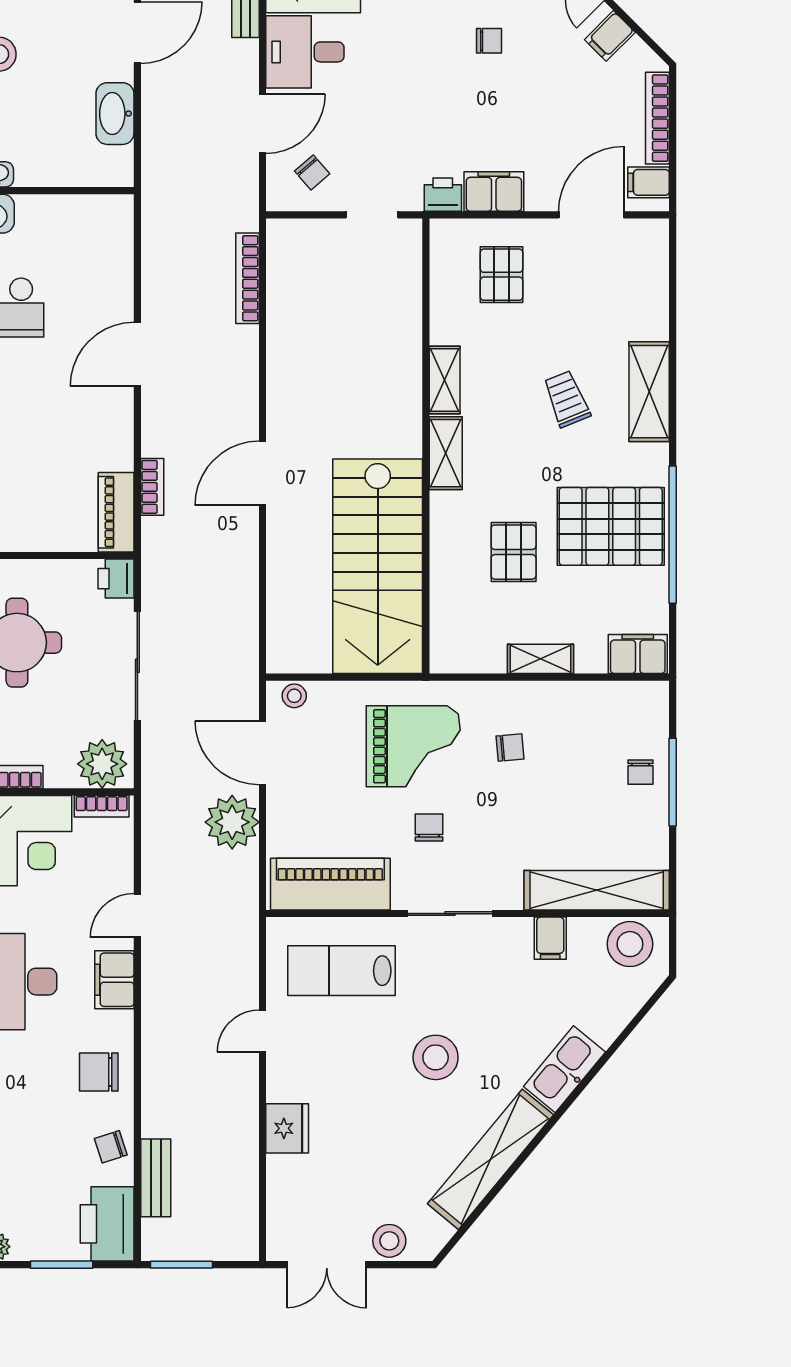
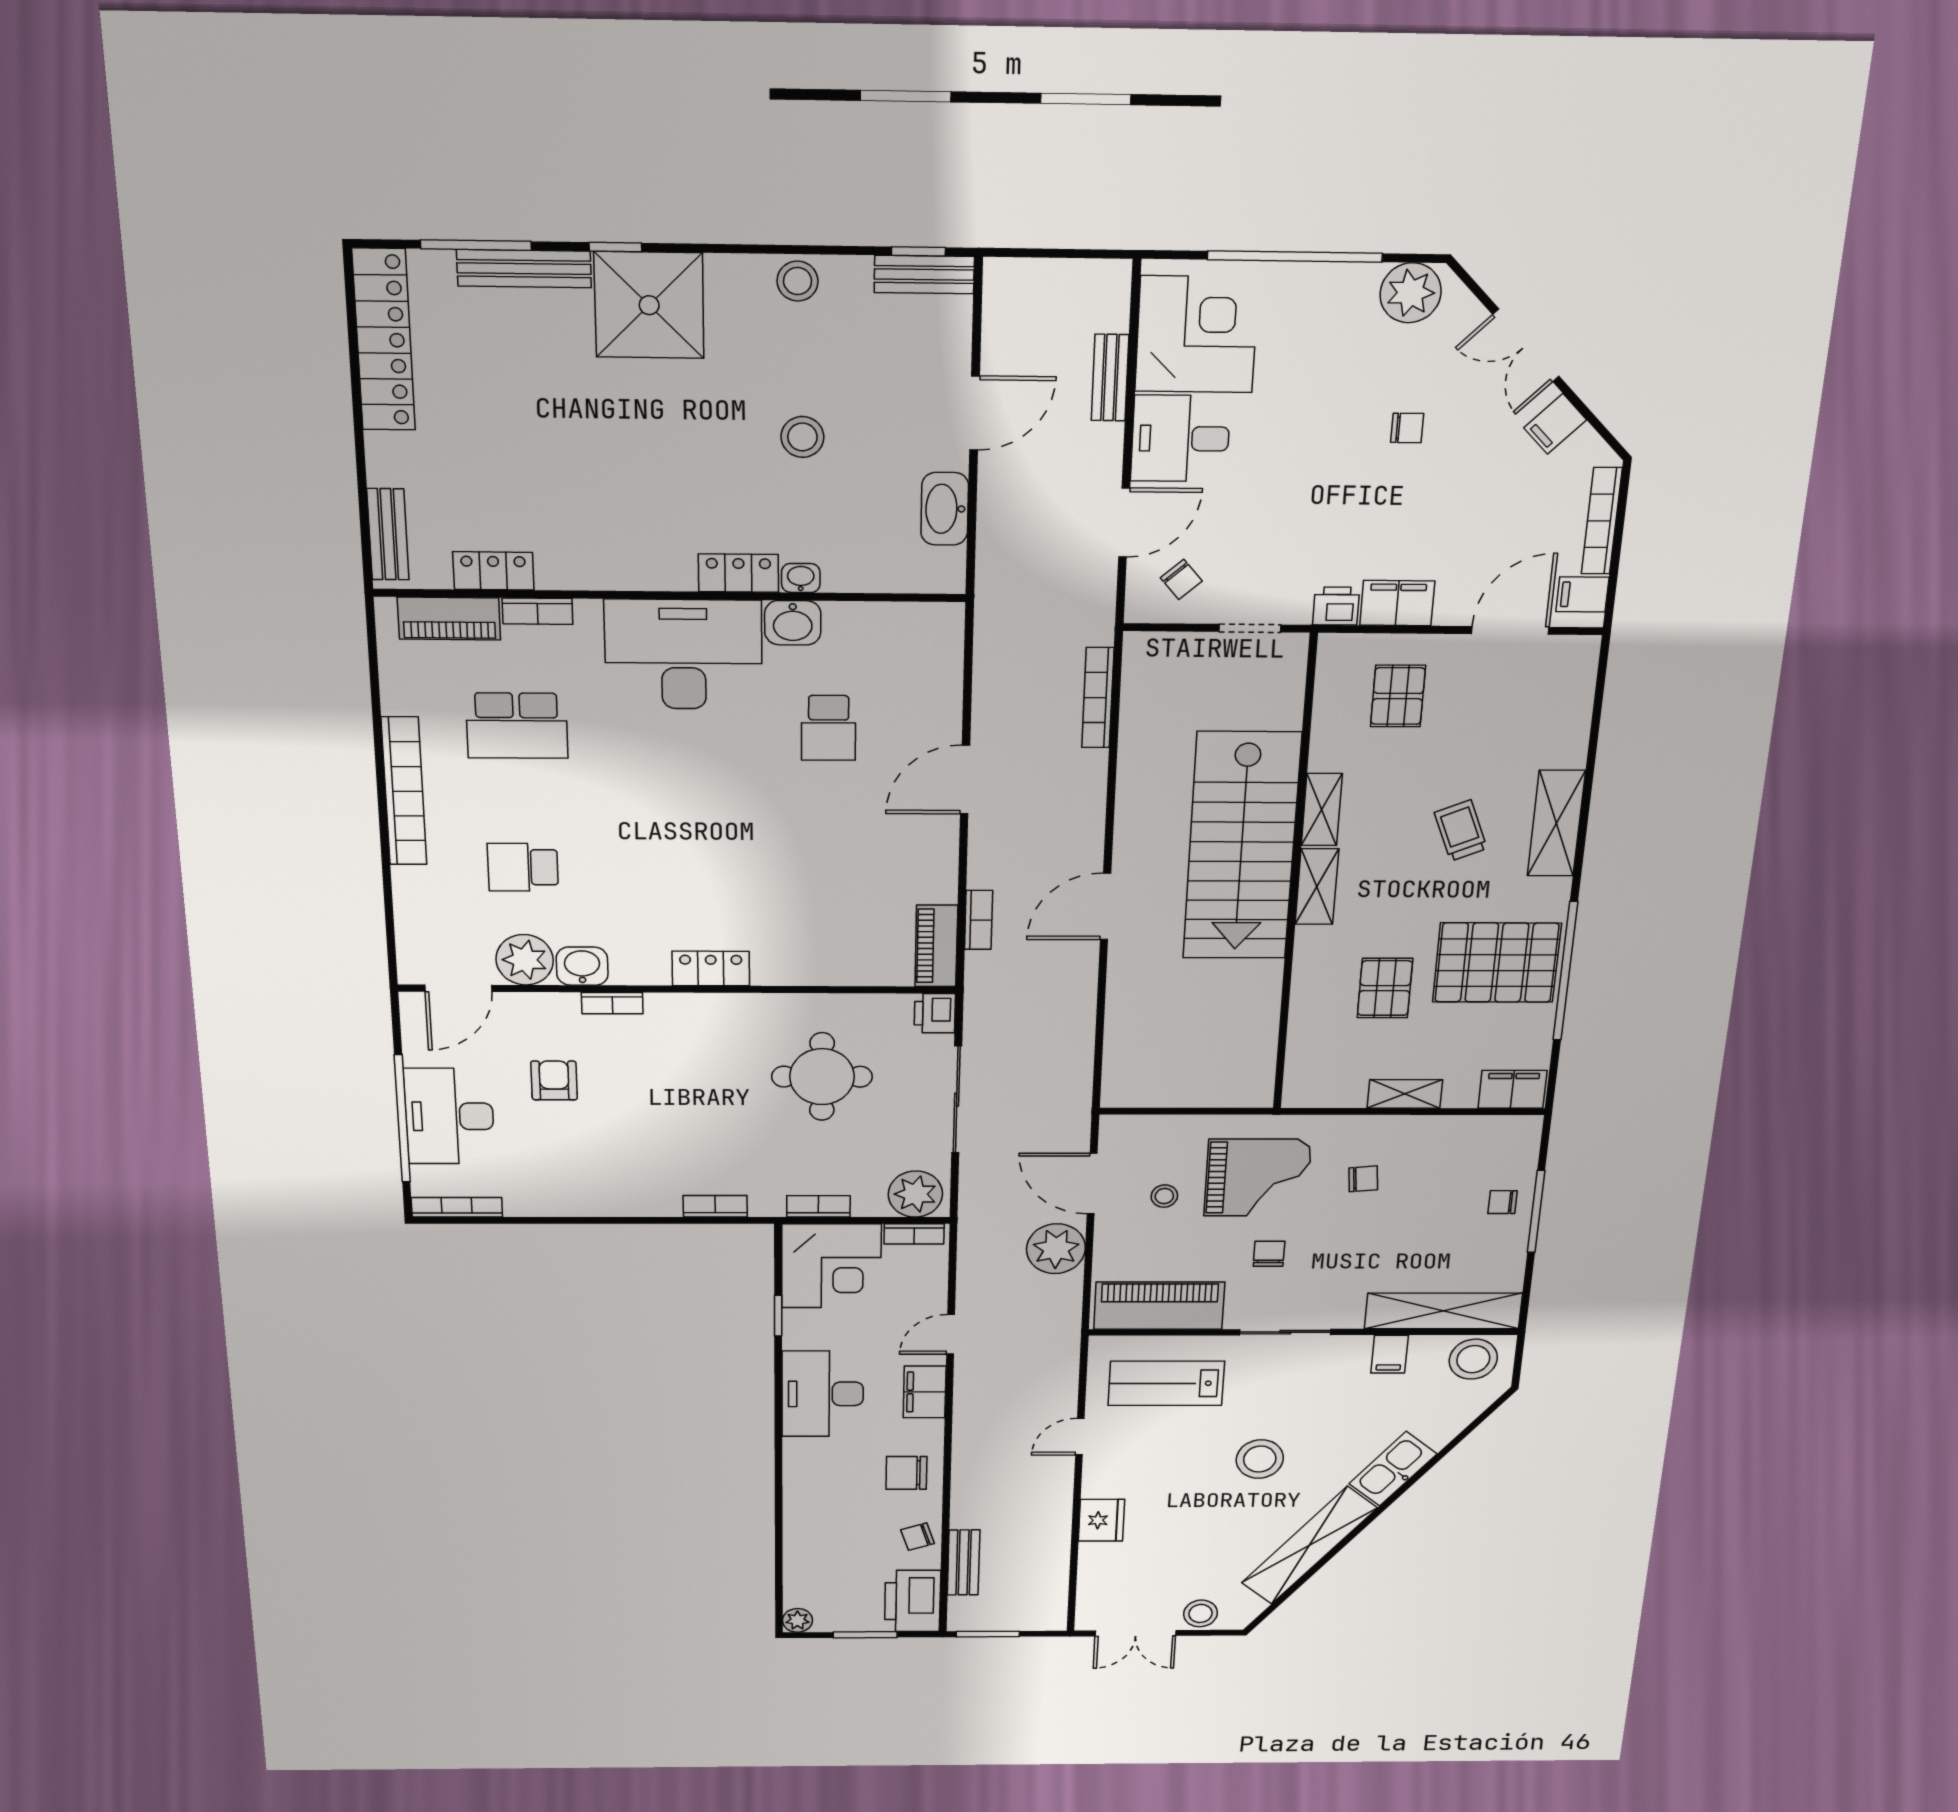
stairs: (378, 566) -> (1242, 847), moved
stool: (294, 696) -> (1164, 1196), moved
chair: (641, 772) -> (1503, 1202), turned 90

